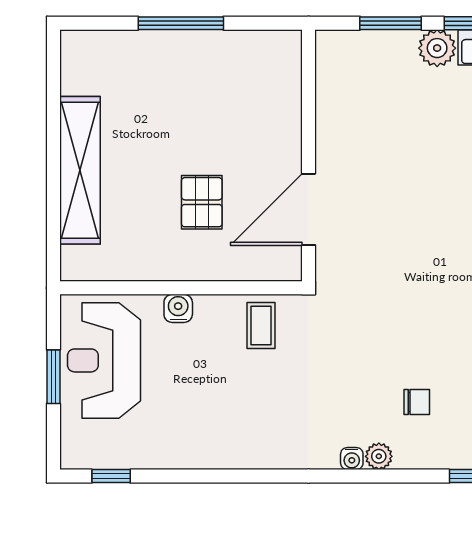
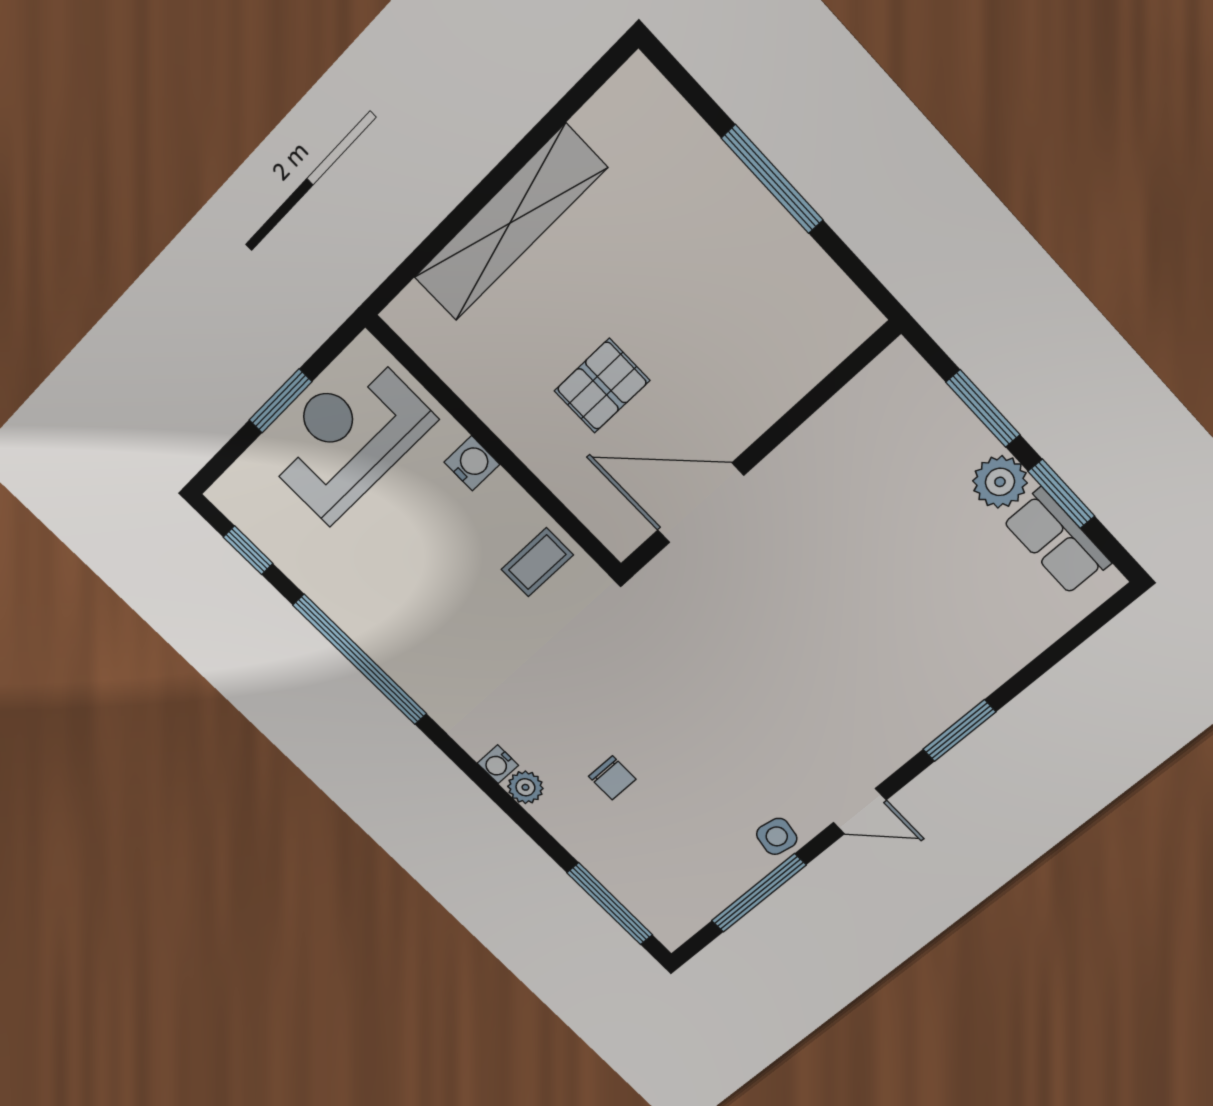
window: (225, 476) -> (360, 660), added

